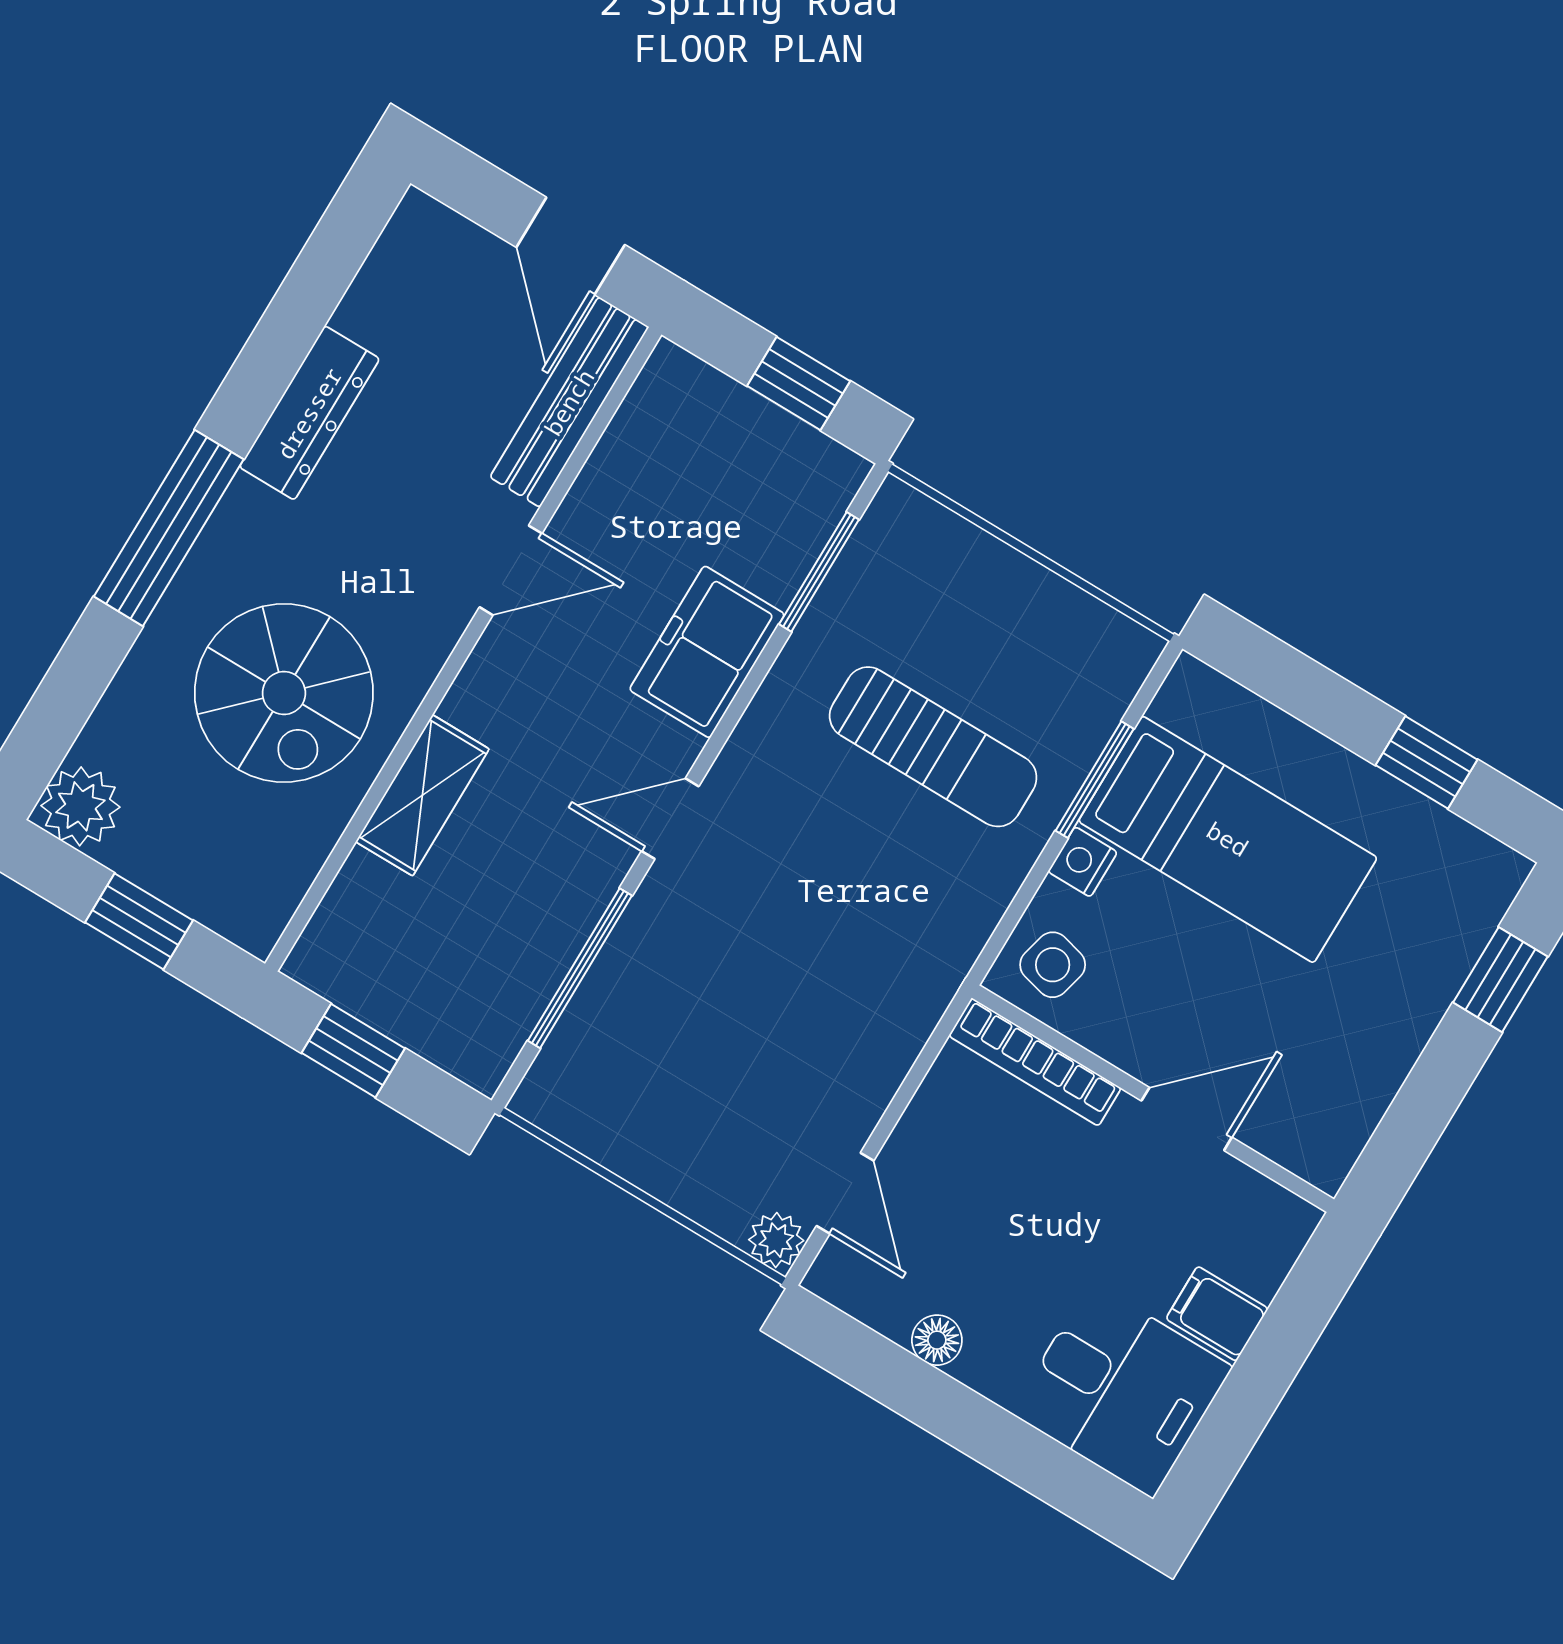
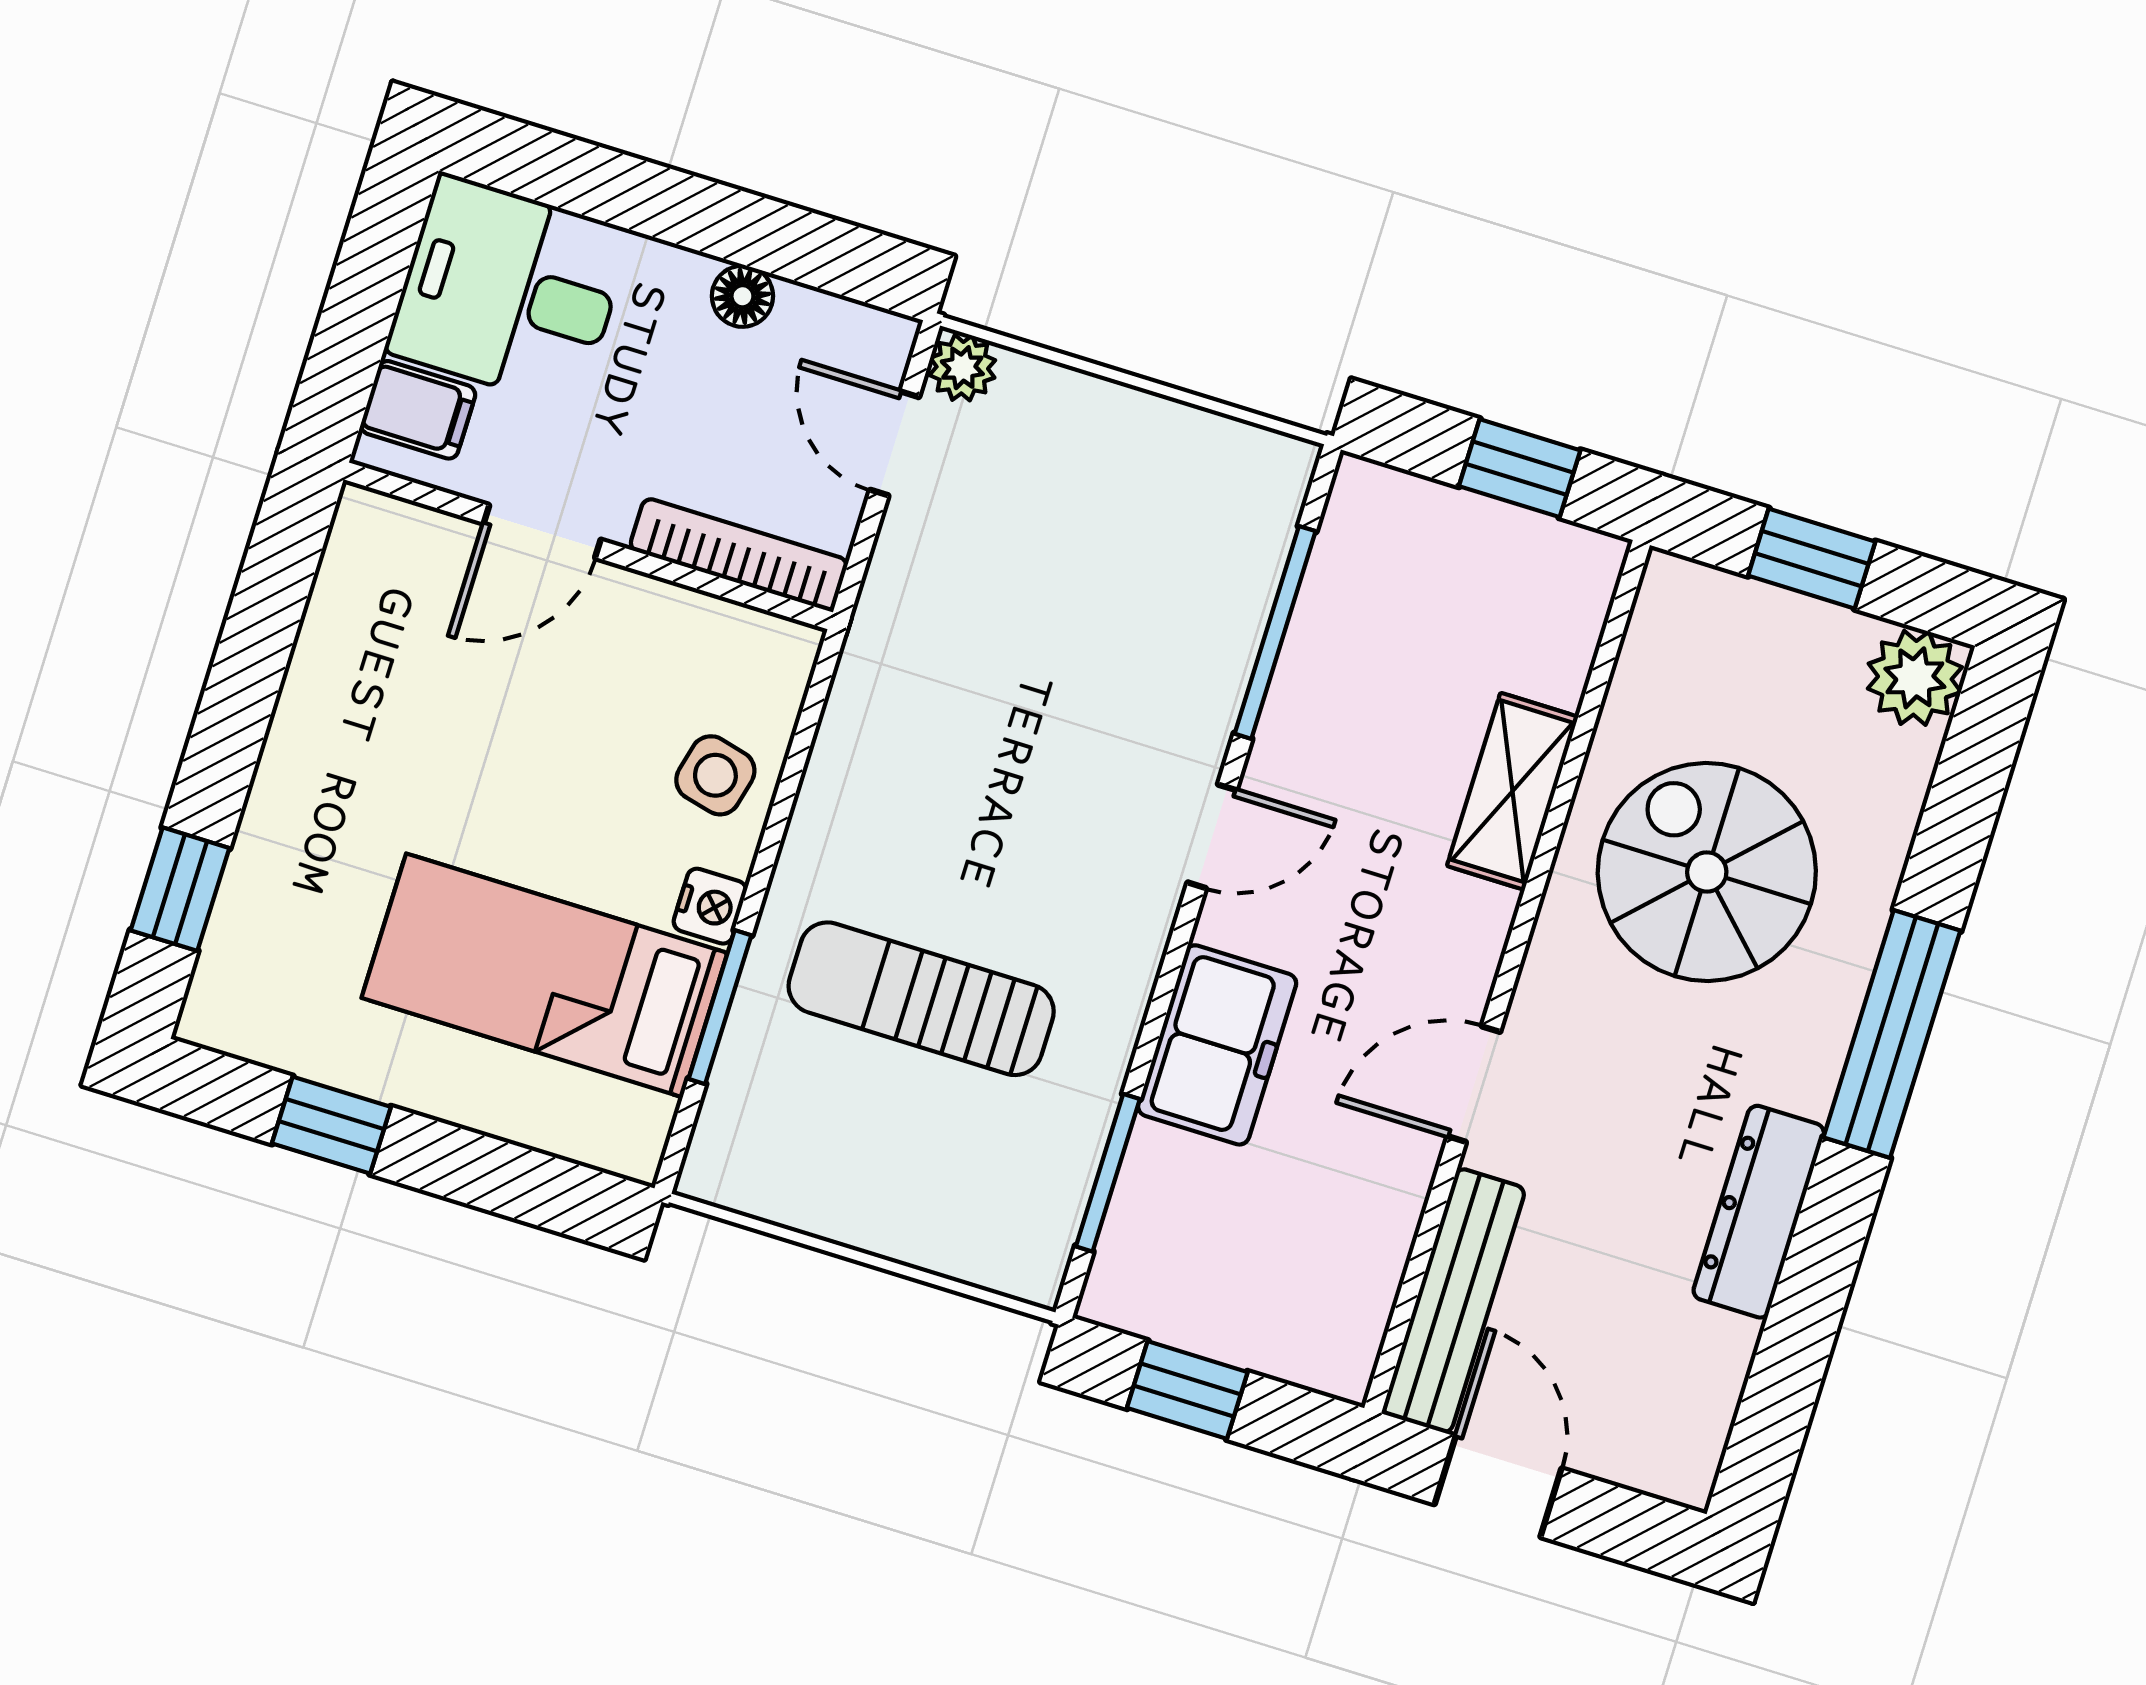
bookcase: (1035, 1062) -> (739, 555), moved
wall: (1153, 1099) -> (588, 546), moved
door: (1187, 1119) -> (542, 532), moved

